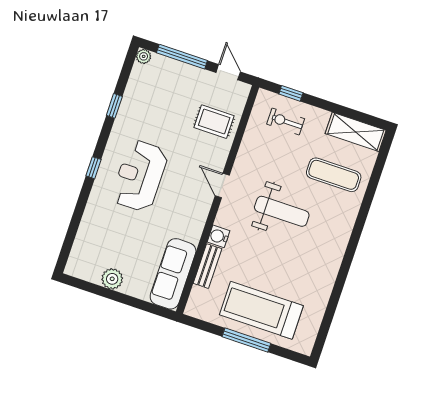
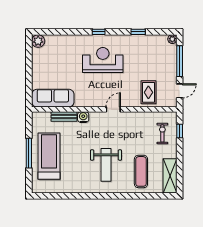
weight bench: (282, 211) -> (106, 165), moved
plant: (112, 279) -> (38, 41), moved

